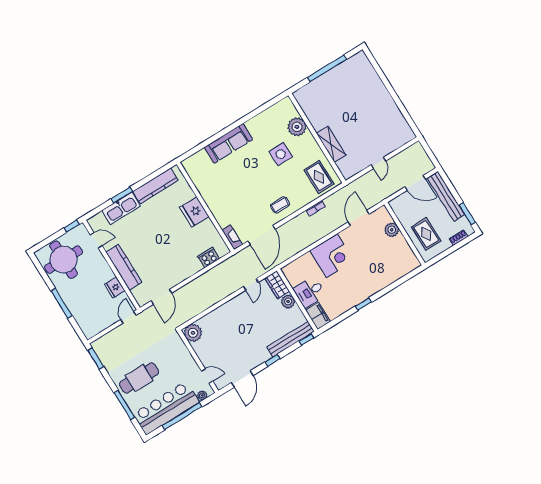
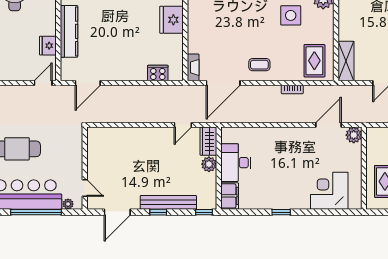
shelving: (331, 144) -> (346, 61), moved
plant: (392, 230) -> (354, 135), moved
corner desk: (332, 256) -> (329, 191), moved, turned 180
desk: (310, 292) -> (236, 163), width x1.37
plant: (193, 333) -> (97, 137), removed
bench: (291, 339) -> (168, 202), moved

